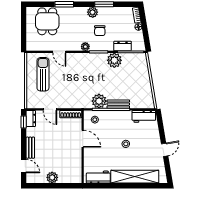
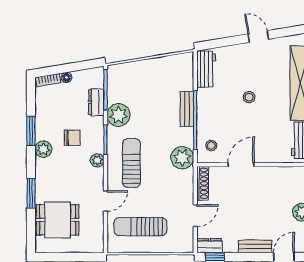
sun lounger: (84, 69) -> (131, 163), added
plant: (99, 101) -> (182, 158), moved

